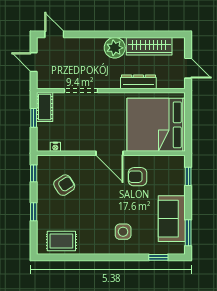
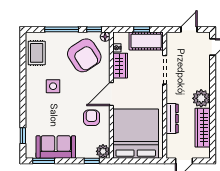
cot: (45, 107) -> (146, 41), width x1.37, depth x1.34
wardrobe: (76, 143) -> (120, 66), added
floor lamp: (42, 161) -> (105, 37), added
plant: (177, 163) -> (103, 151), added
armchair: (64, 185) -> (84, 55), width x1.88, depth x1.88
window: (34, 212) -> (62, 29), width x2.17
side table: (123, 232) -> (53, 86), moved

